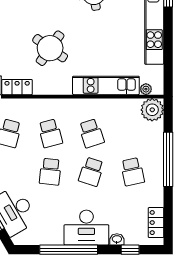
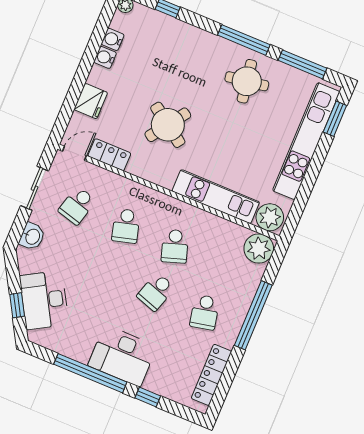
plant: (146, 89) -> (270, 217), width x1.88, depth x1.88
school desk: (50, 172) -> (107, 272), removed
locker: (156, 223) -> (211, 375), width x1.53
washbasin: (117, 239) -> (153, 385), removed
window: (130, 250) -> (148, 397), moved

